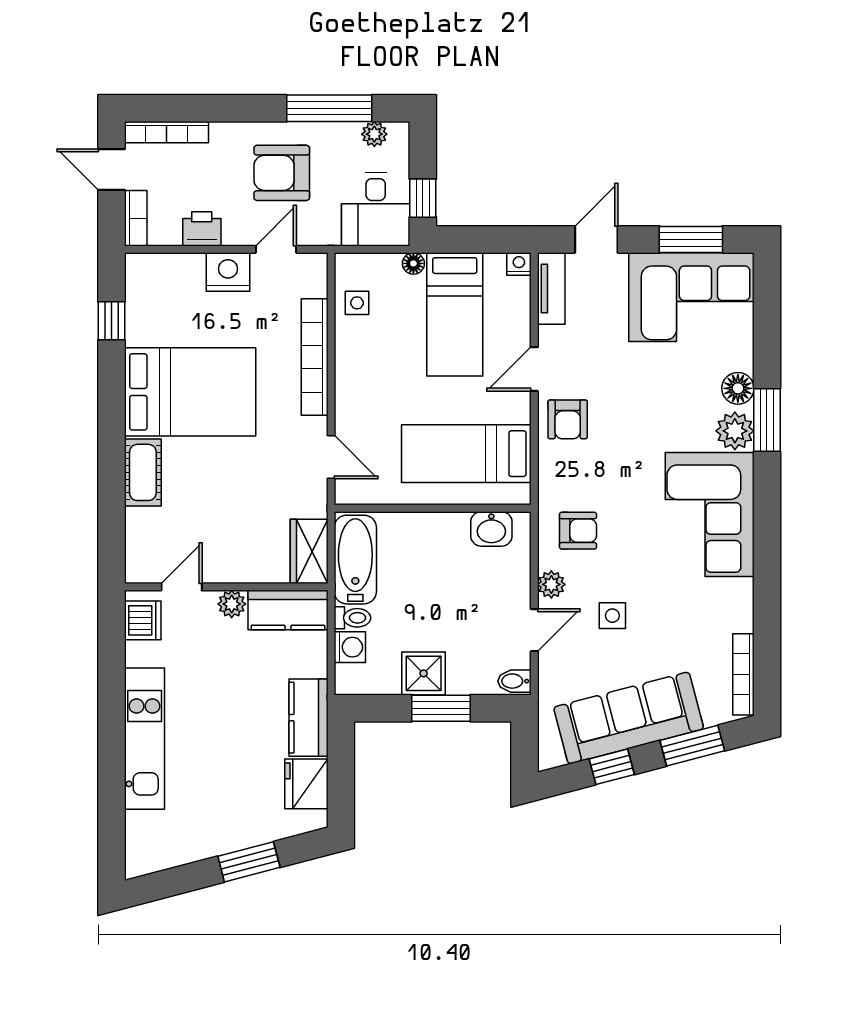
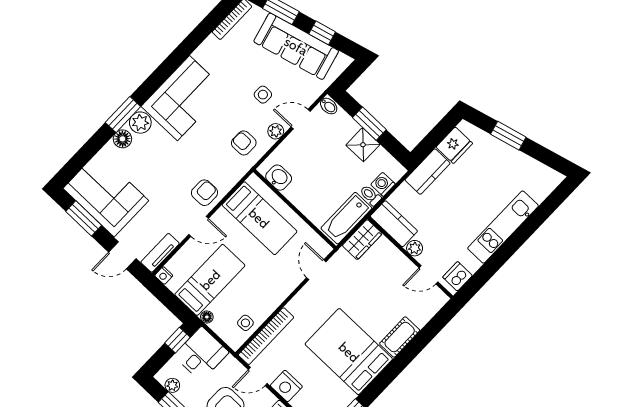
bookcase: (315, 357) -> (266, 336), moved

